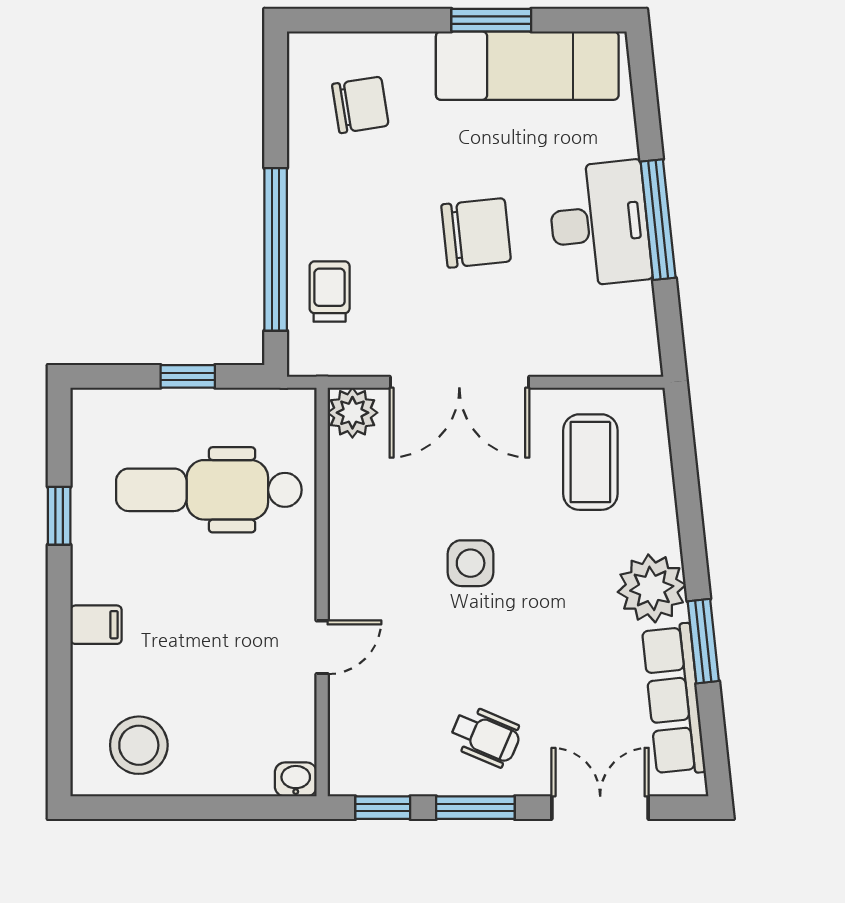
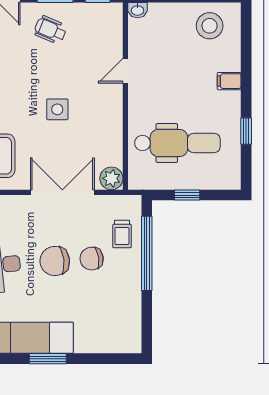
chair: (360, 105) -> (92, 259), moved

